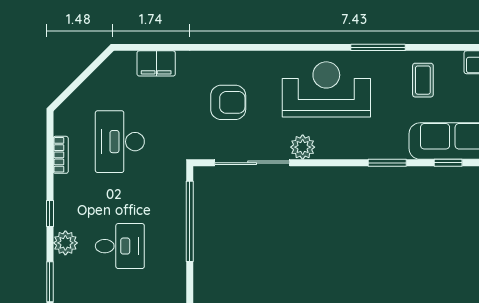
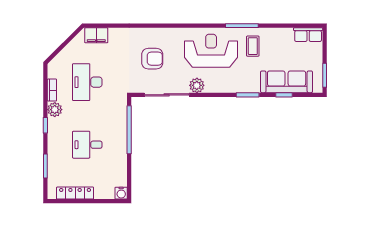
filing cabinet: (156, 63) -> (96, 35), moved
coffee table: (423, 80) -> (253, 46), moved
plant: (65, 243) -> (55, 110), moved
desk: (120, 246) -> (87, 145), turned 180

